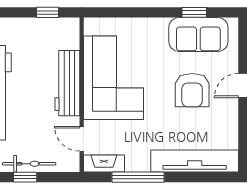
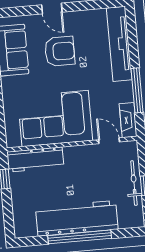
workbench: (67, 83) -> (35, 159), moved
door: (82, 139) -> (109, 141), swing flipped

